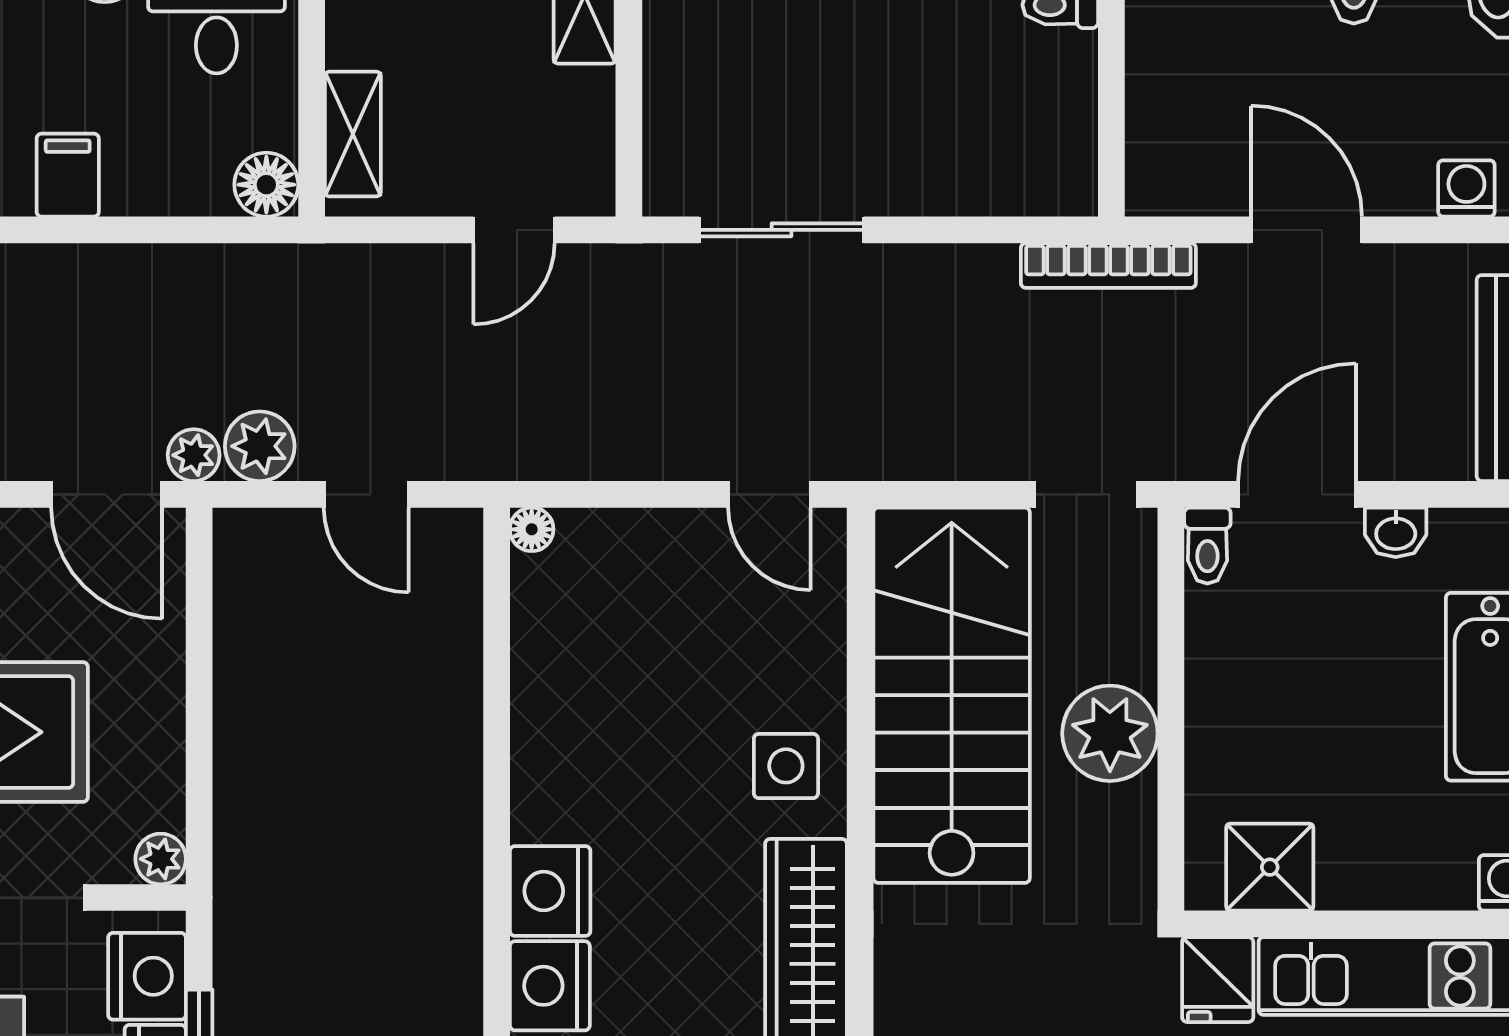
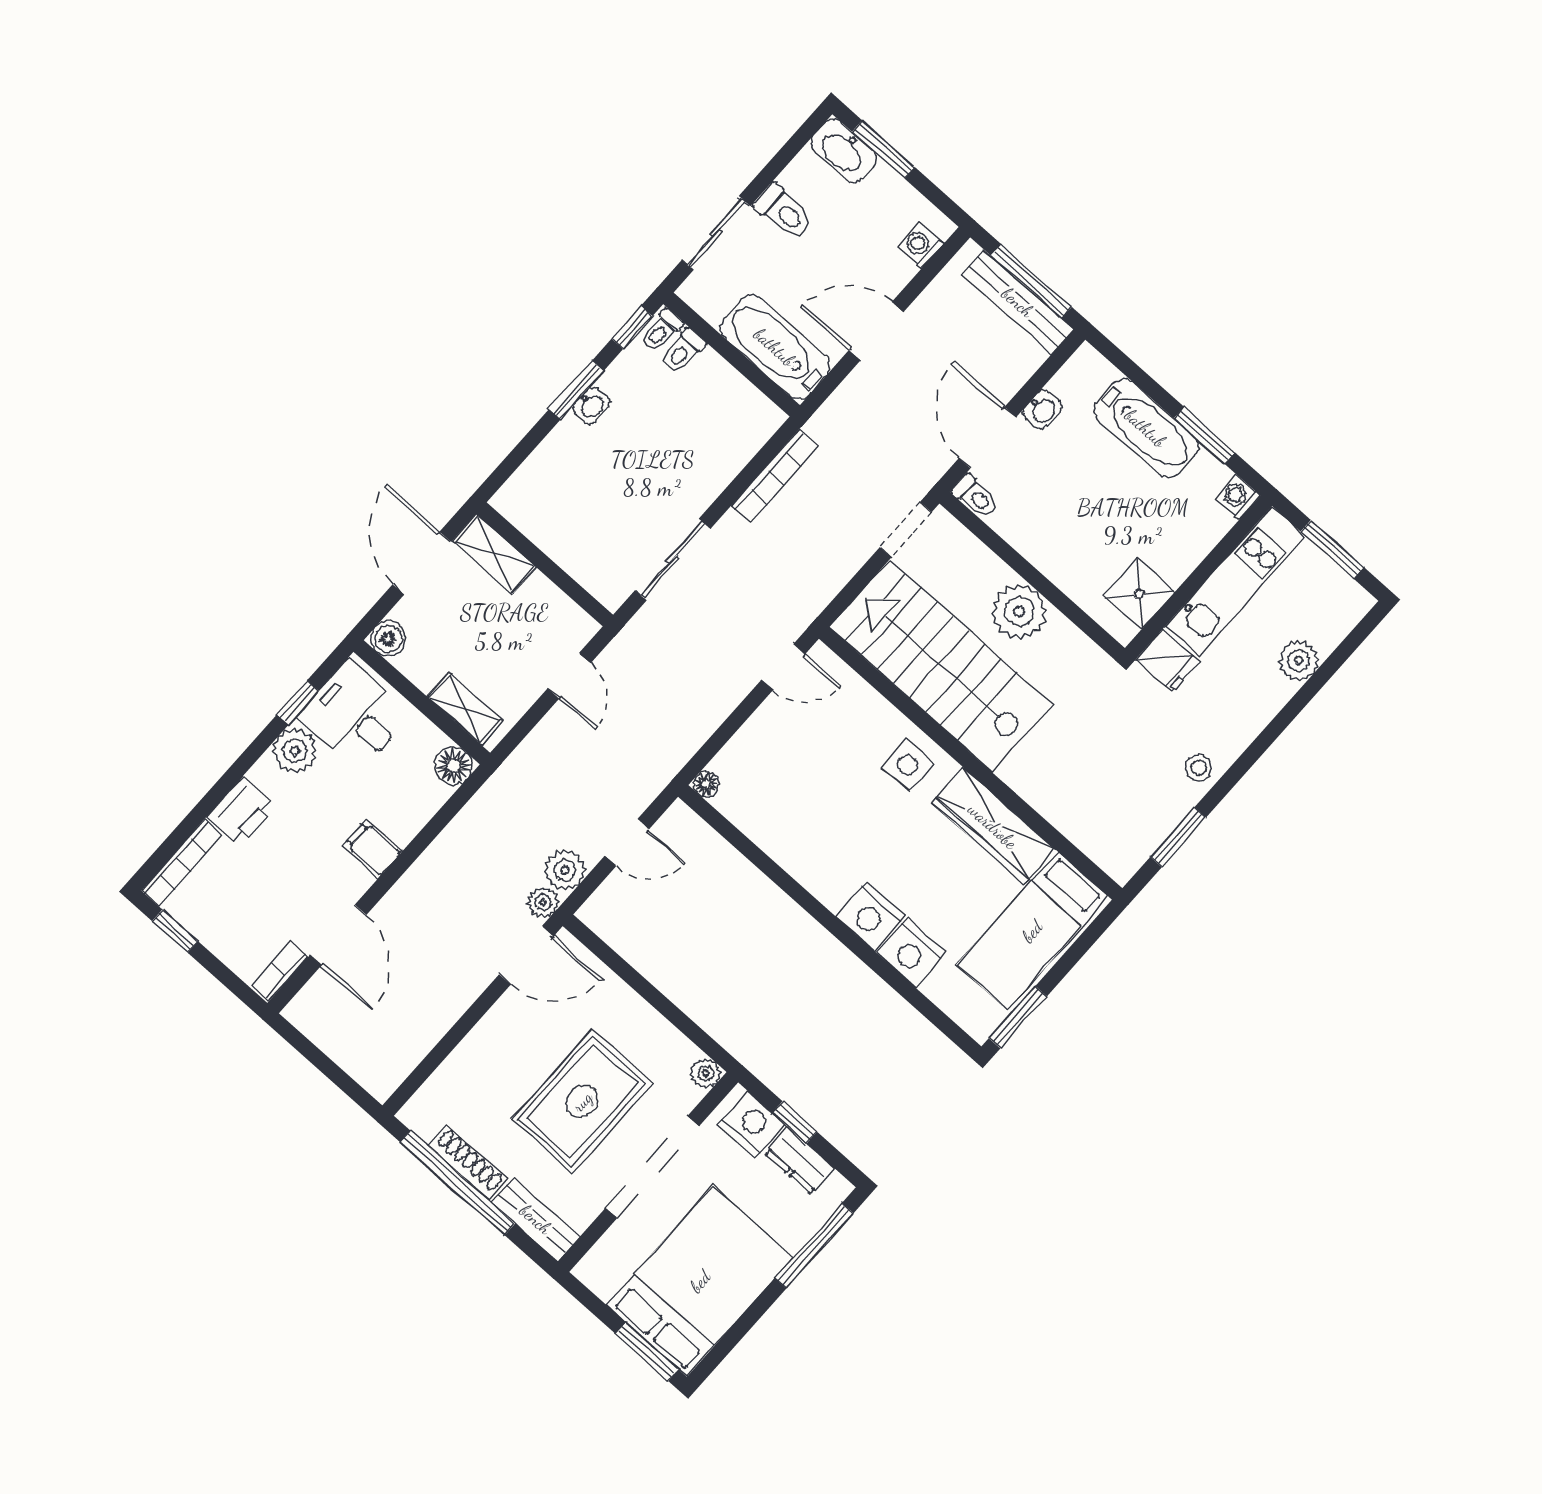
bathtub: (1171, 118) -> (775, 347), added
bookcase: (1108, 265) -> (775, 476), moved

